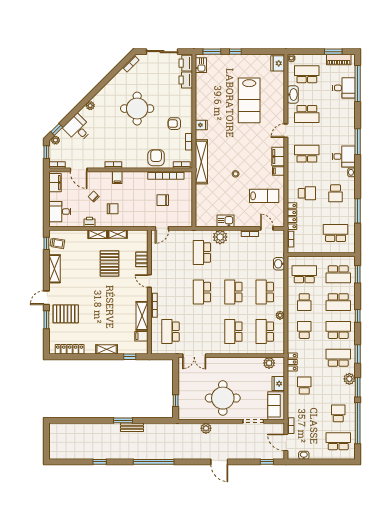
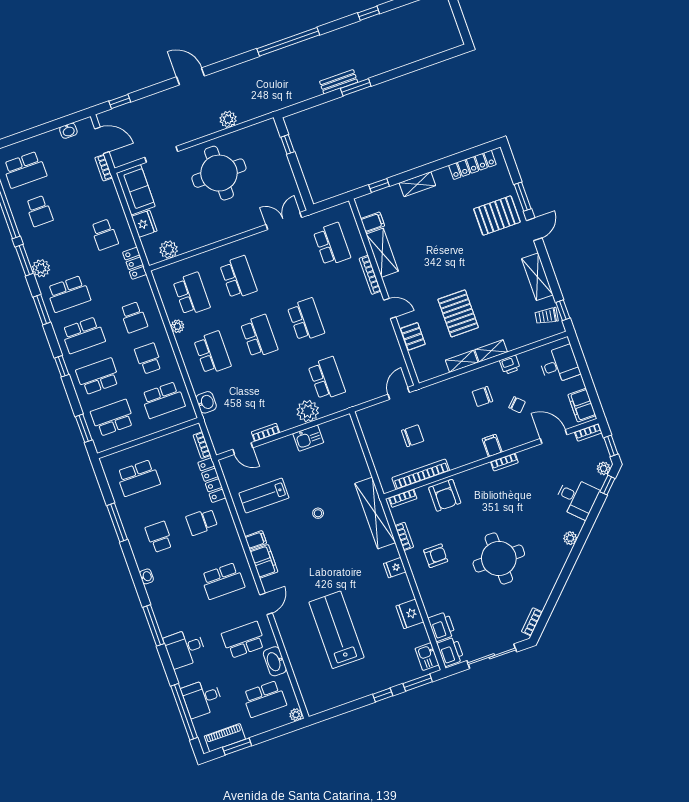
fridge: (278, 63) -> (410, 614), moved, turned 180
desk: (344, 157) -> (185, 648), moved

